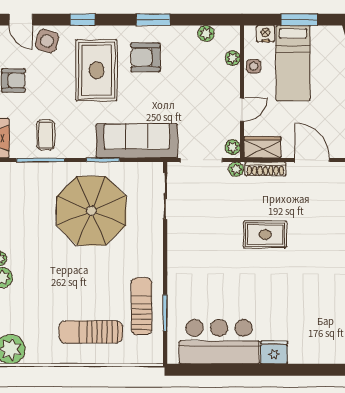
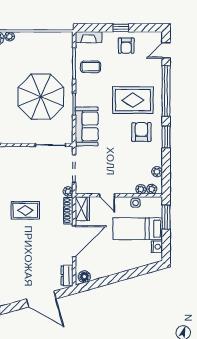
window: (83, 20) -> (166, 91), width x3.17
window: (299, 20) -> (166, 217), moved
nightstand: (266, 34) -> (157, 247), moved
side table: (47, 41) -> (152, 68), removed
sofa: (137, 141) -> (87, 126), width x0.73
plant: (233, 147) -> (152, 189), moved
door: (312, 160) -> (74, 241), width x1.36
rug: (265, 235) -> (25, 210), turned 90

